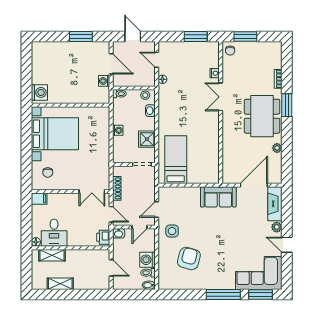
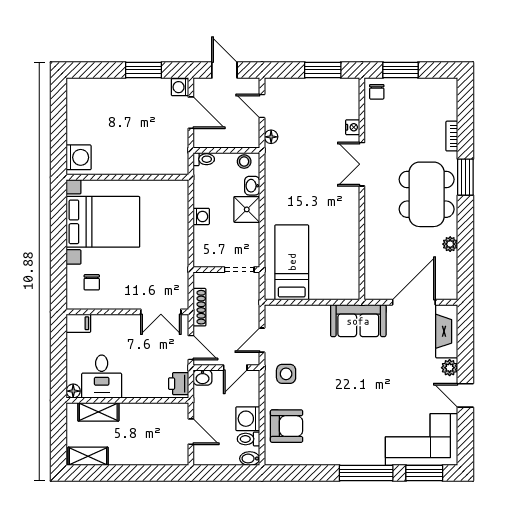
washing machine: (104, 81) -> (180, 87), moved
shower: (147, 139) -> (247, 209), moved
armchair: (189, 259) -> (287, 426), moved, turned 75
shelving: (60, 284) -> (88, 456), moved

